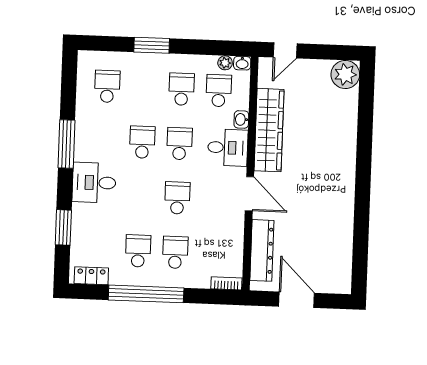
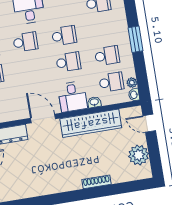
window: (152, 45) -> (135, 39), moved
plant: (345, 74) -> (139, 155), moved
shoe rack: (350, 139) -> (96, 182), added
door: (249, 194) -> (43, 119), swing flipped
school desk: (177, 198) -> (25, 42), moved

